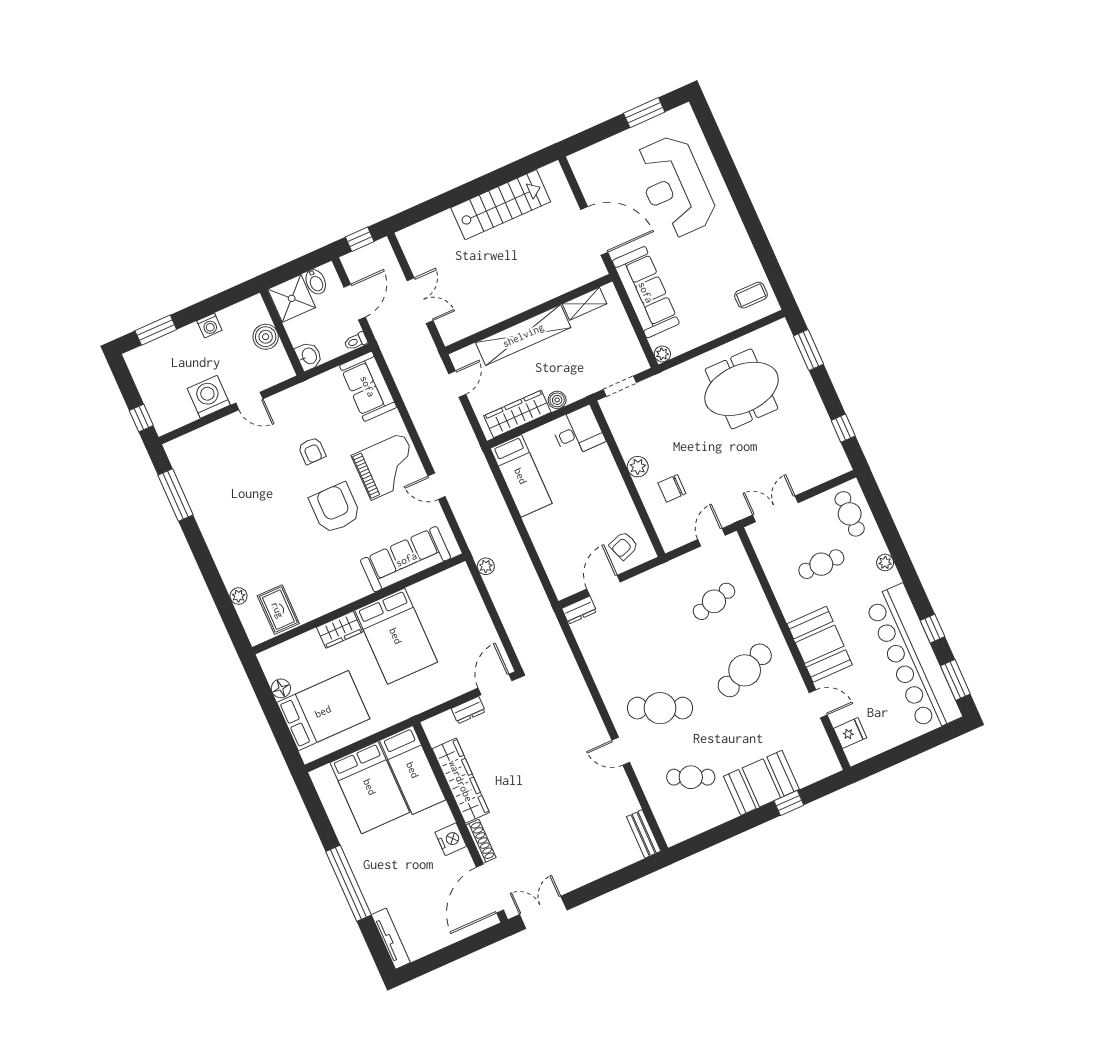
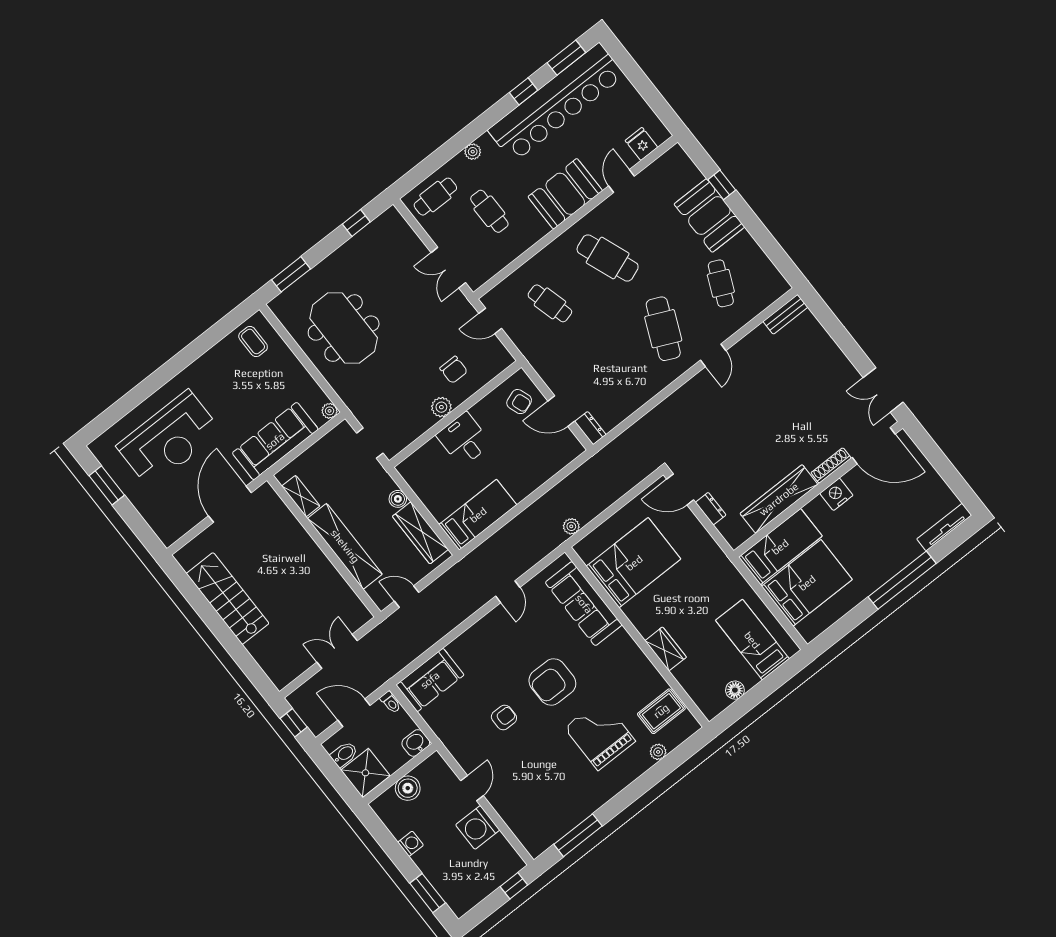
desk: (578, 432) -> (464, 439), moved
grand piano: (387, 466) -> (600, 734), moved
bed: (396, 636) -> (634, 563), moved
bed: (323, 711) -> (752, 640), width x0.67

